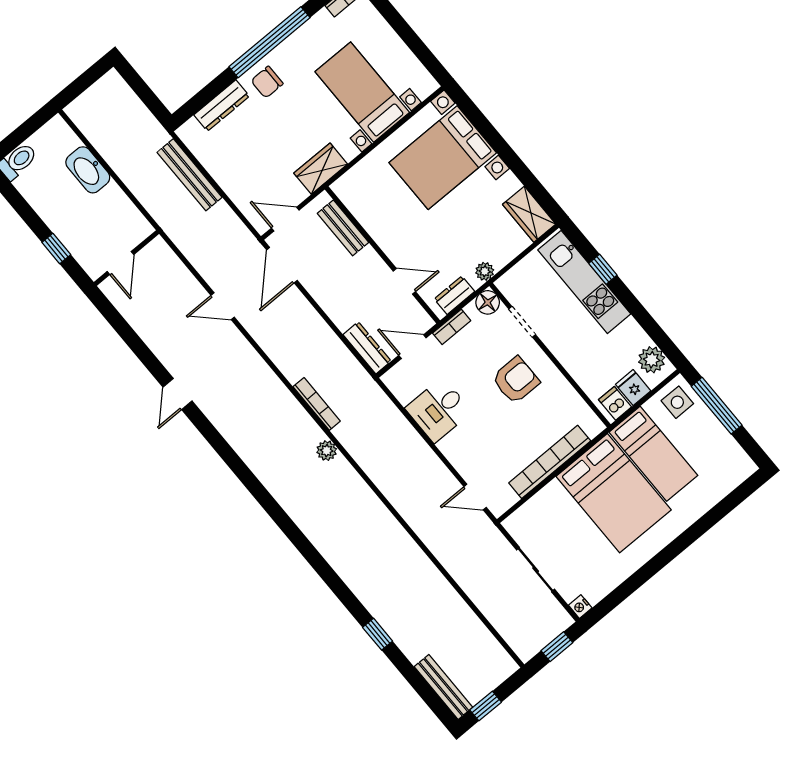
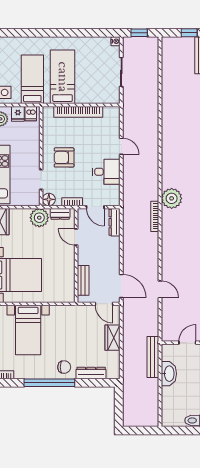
wardrobe: (321, 169) -> (113, 338), moved, turned 90
washbasin: (88, 170) -> (169, 374), moved
bench: (190, 175) -> (153, 357), moved
door: (282, 265) -> (121, 286), hinge flipped
plant: (485, 271) -> (39, 218), width x1.88, depth x1.88
plant: (327, 451) -> (172, 198), width x1.88, depth x1.88
bed: (614, 493) -> (62, 77), width x0.67
door: (475, 497) -> (121, 146), moved

